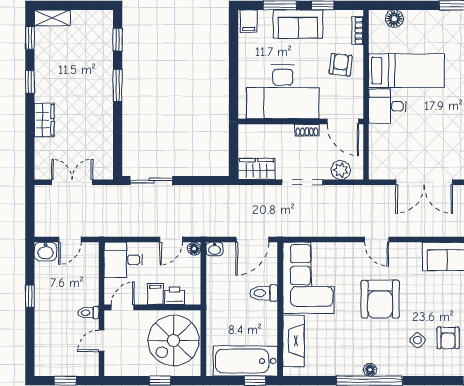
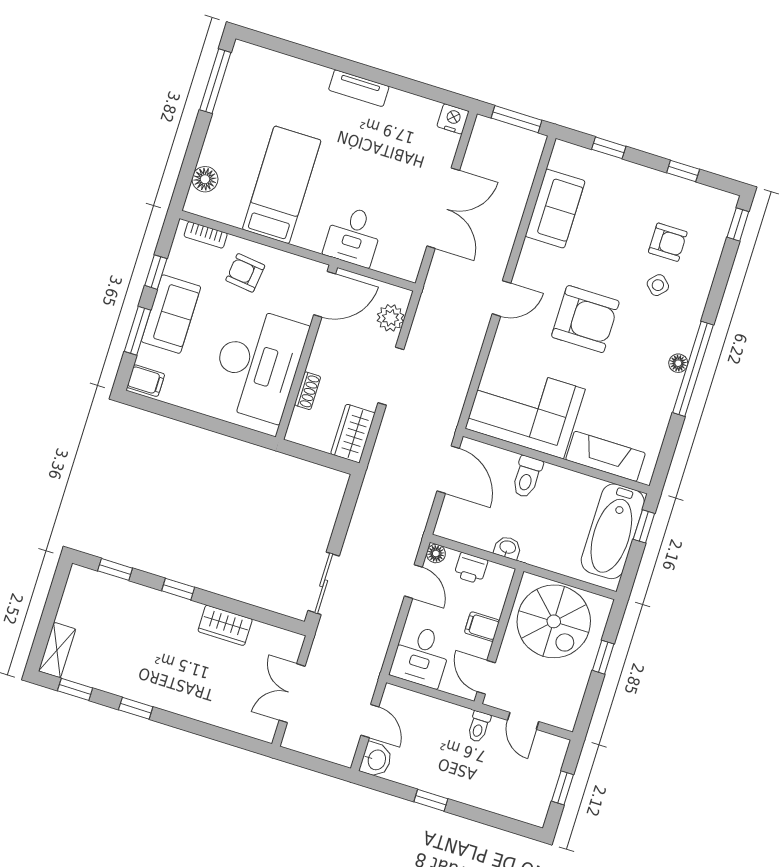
window: (118, 85) -> (178, 589), width x0.67
desk: (387, 106) -> (353, 236), moved
wardrobe: (44, 120) -> (225, 625), moved, turned 180
shoe rack: (307, 130) -> (308, 391), moved
washbasin: (214, 249) -> (508, 548), moved, turned -90
printer: (175, 296) -> (471, 568), moved, turned -90

